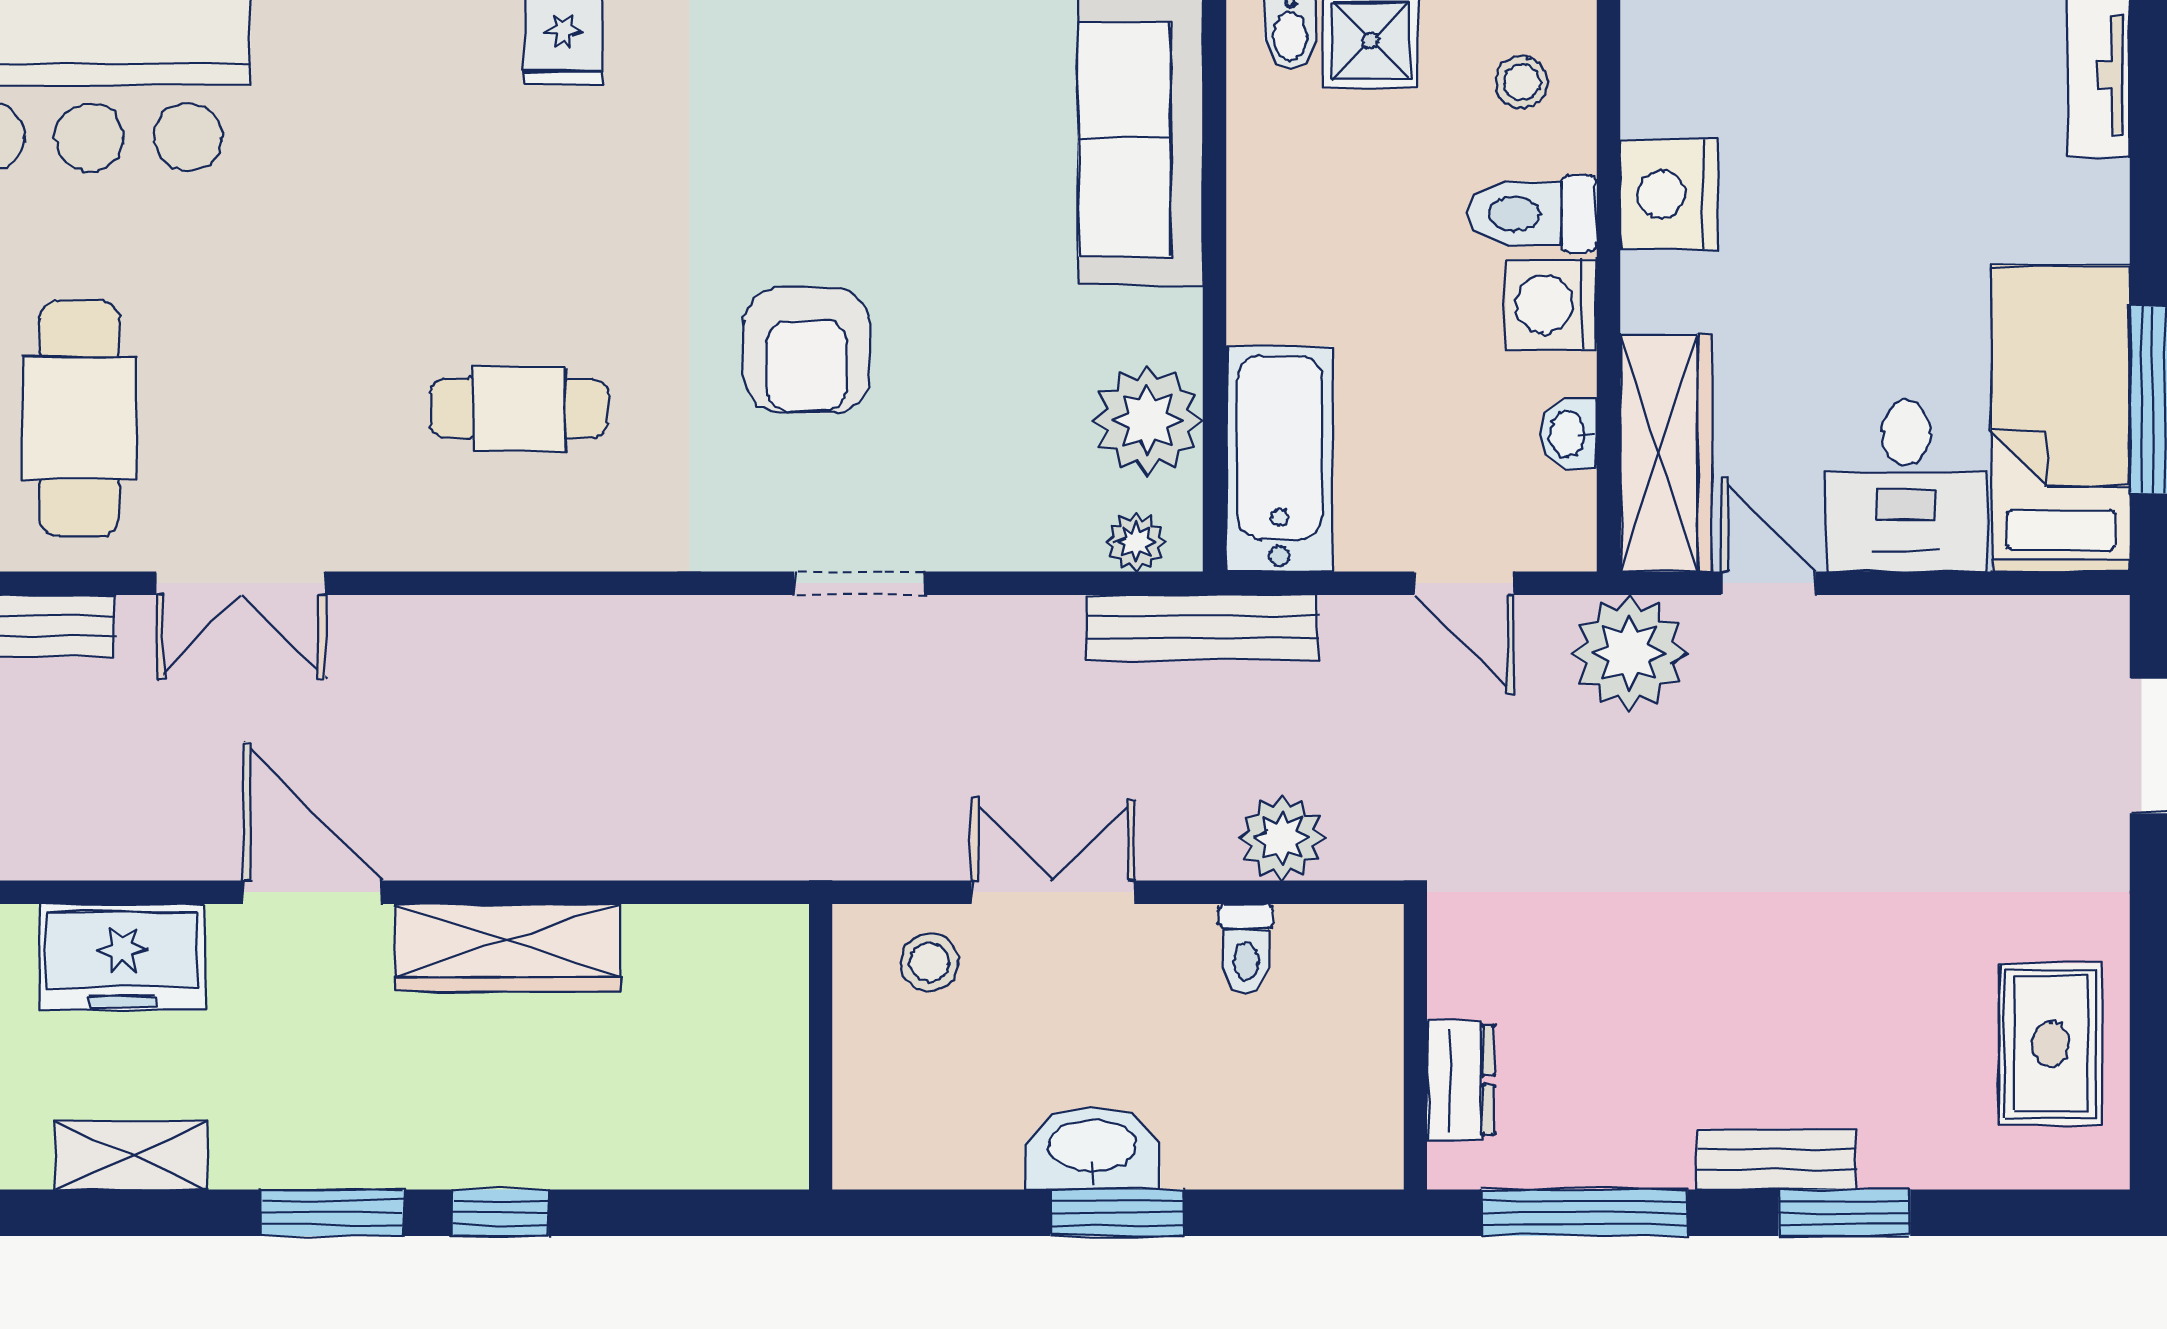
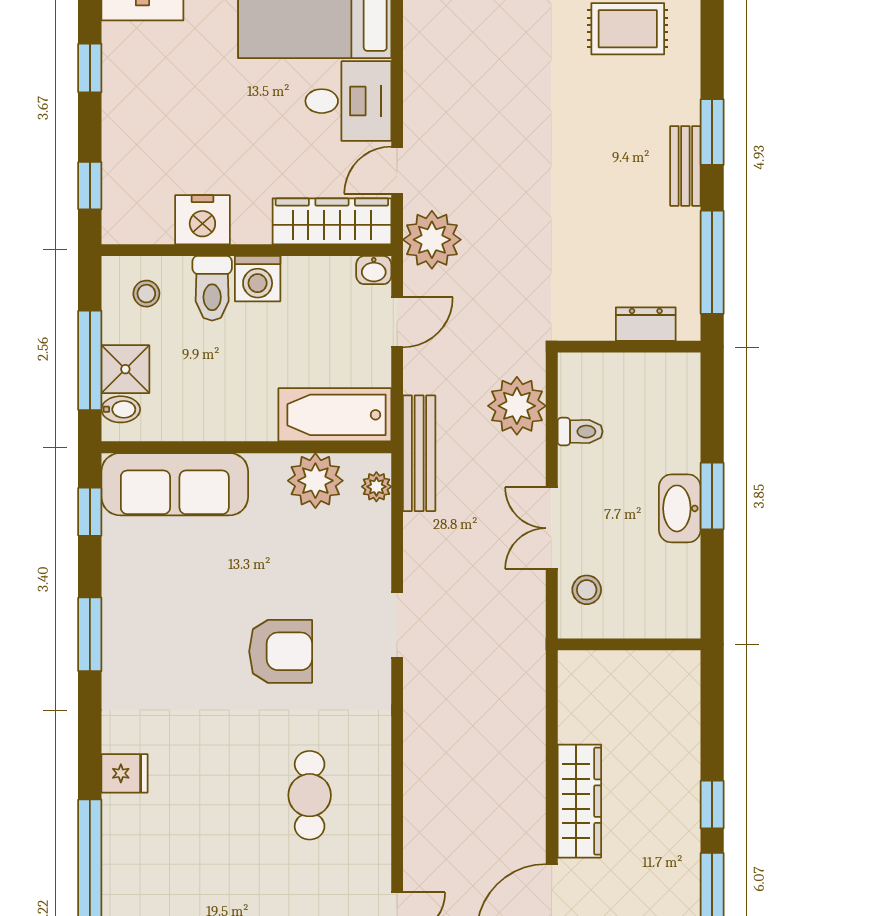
washbasin: (1569, 434) -> (374, 270), moved
plant: (1282, 838) -> (517, 406), width x1.36, depth x1.36

